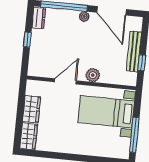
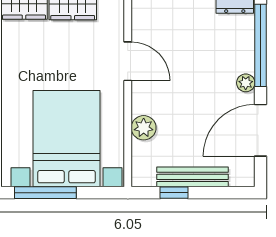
plant: (93, 75) -> (144, 128), moved
bed with nightstands: (106, 112) -> (67, 139), width x1.36

